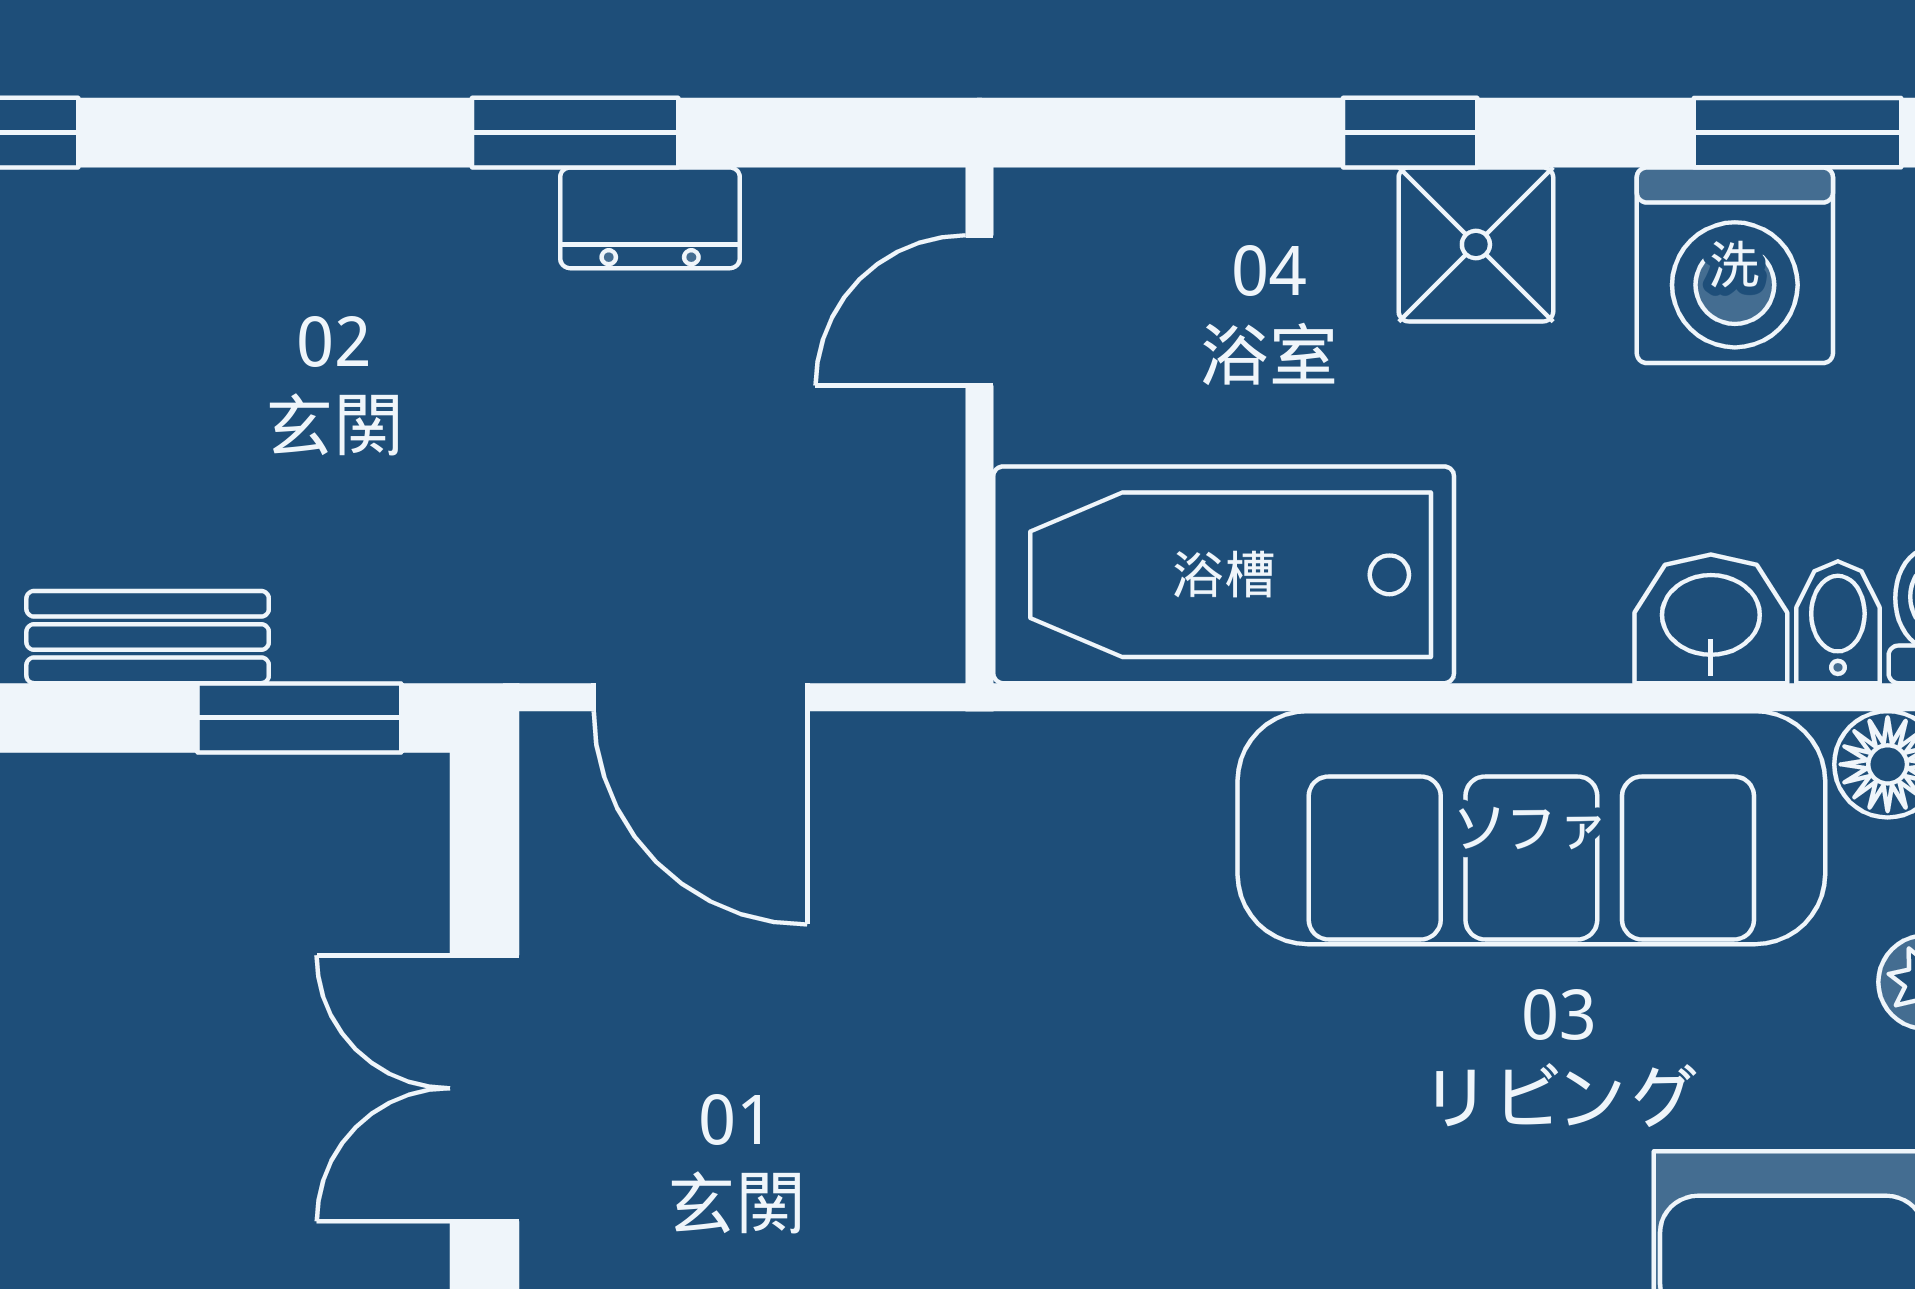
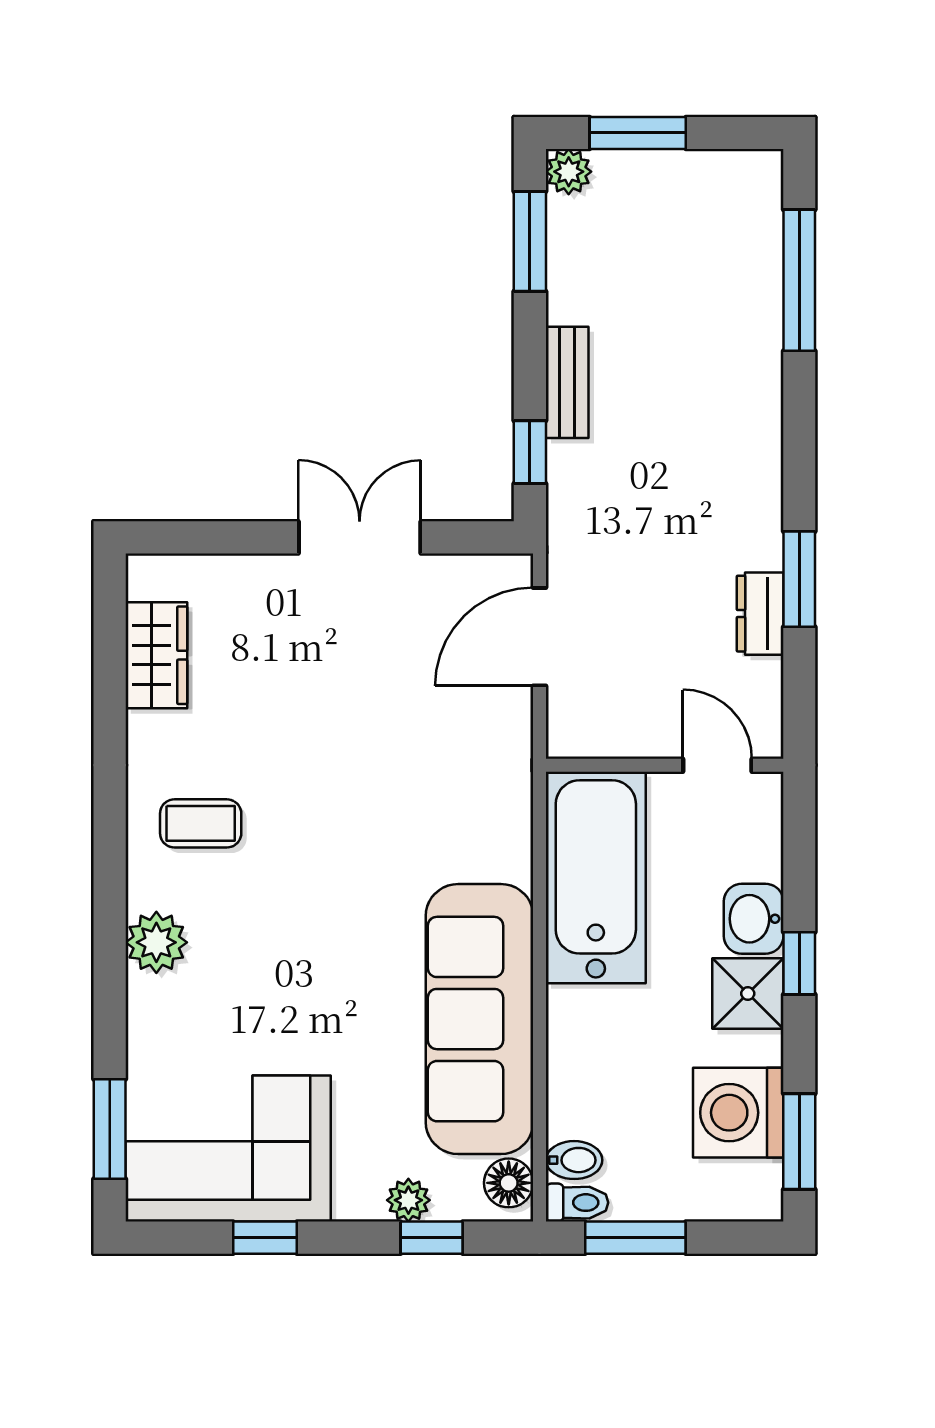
washbasin: (1711, 619) -> (754, 919), moved, turned 180
window: (299, 718) -> (530, 452), width x0.67

